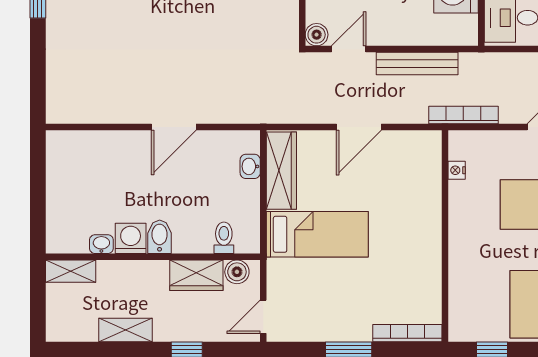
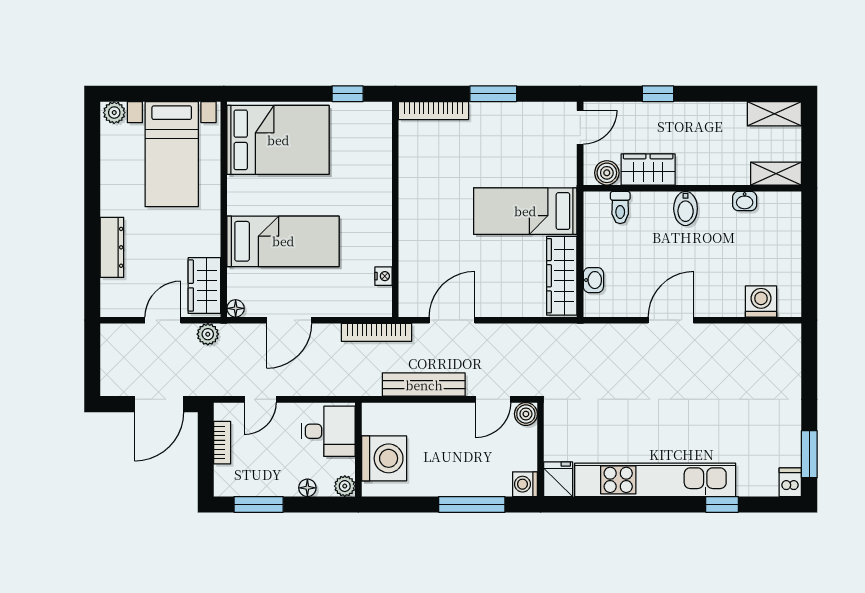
door: (359, 127) -> (452, 320), moved
washing machine: (131, 238) -> (761, 301), moved, turned 180
shelving: (125, 330) -> (774, 114), moved

